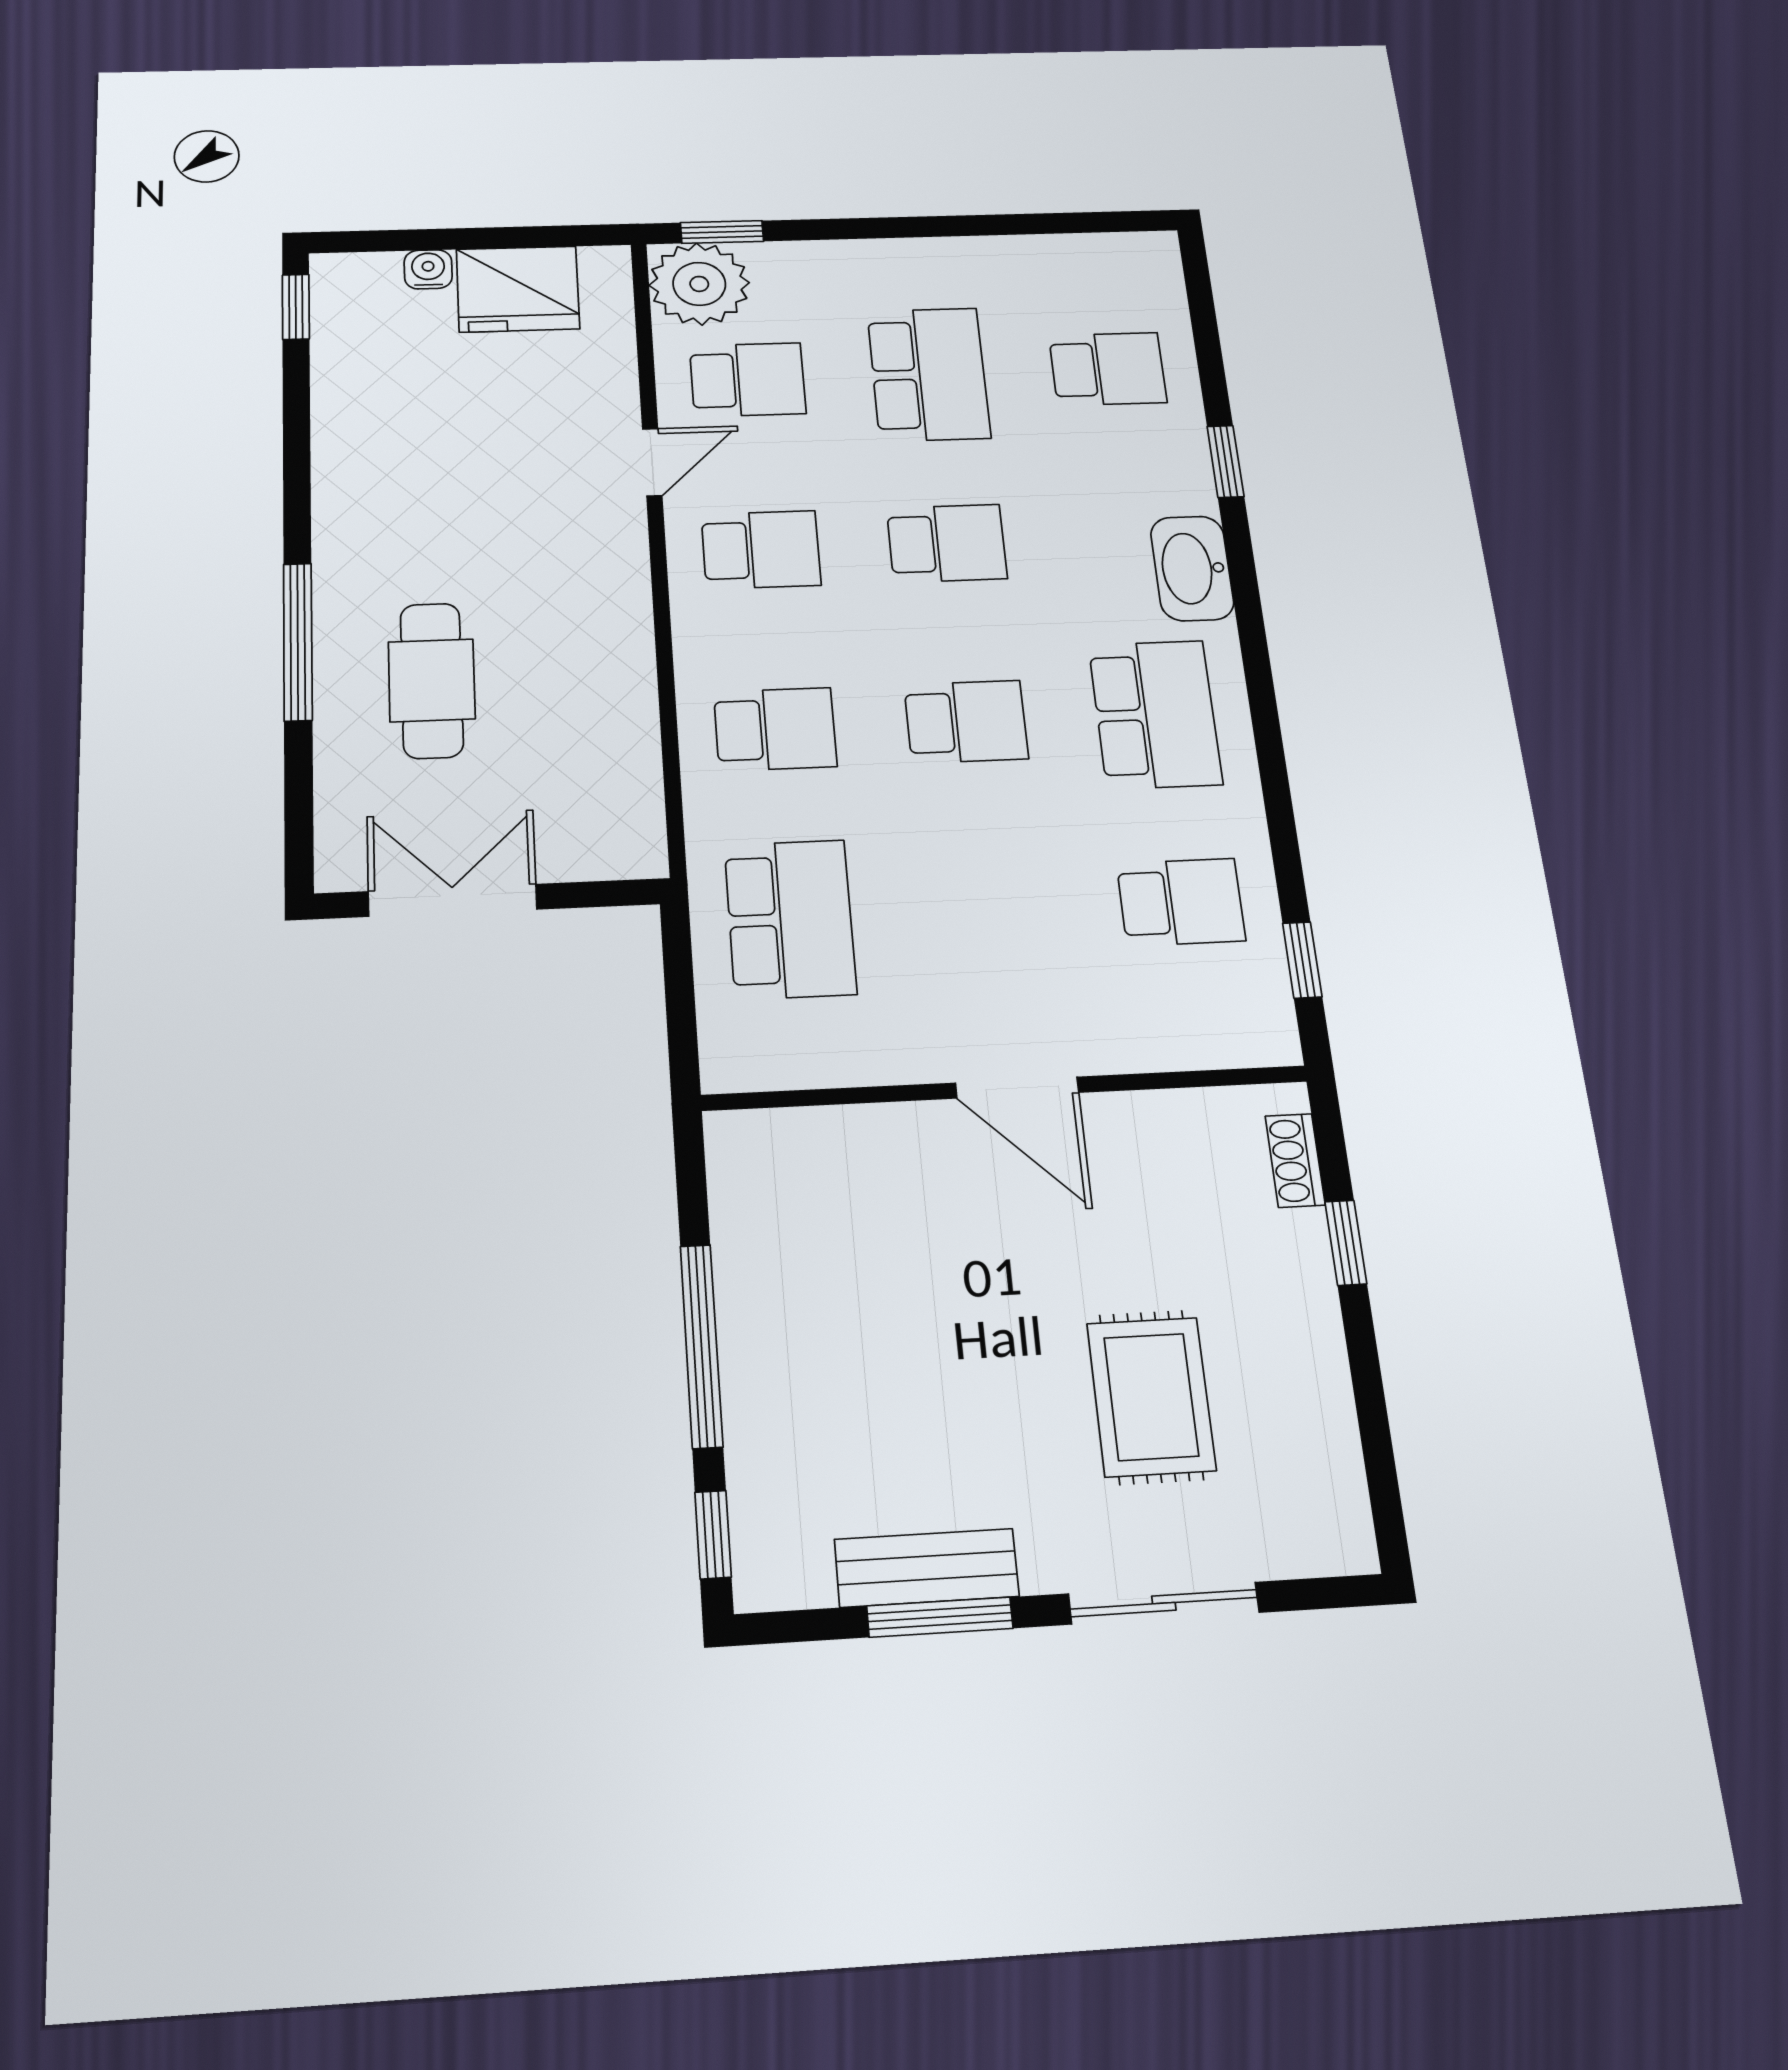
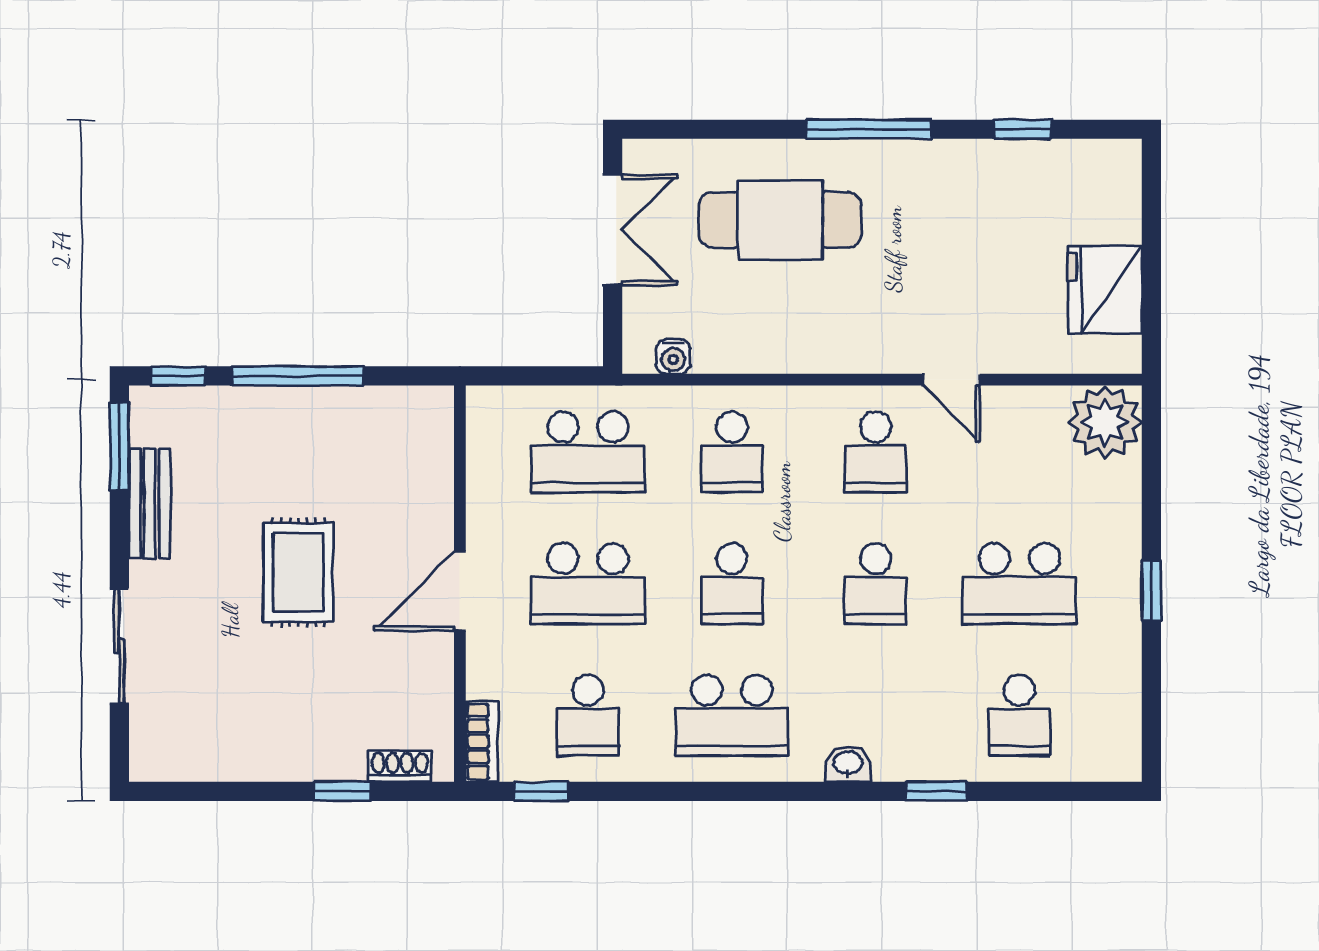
window: (722, 232) -> (1151, 591), moved
water cooler: (428, 269) -> (673, 357), moved, turned 90
window: (296, 307) -> (1022, 129), moved
school desk: (748, 380) -> (588, 584), moved, width x1.85
washbasin: (1192, 568) -> (848, 764), width x0.52, depth x0.69
window: (298, 642) -> (869, 129), moved
cafe table: (432, 680) -> (780, 220), width x1.37, depth x1.35
bookcase: (1240, 1046) -> (482, 741), added
rug: (1151, 1397) -> (298, 572), moved, turned 90
window: (940, 1617) -> (119, 446), moved

